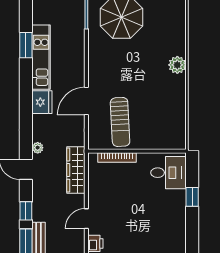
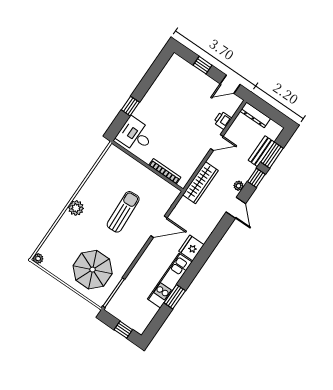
sun lounger: (120, 122) -> (123, 212), moved
plant: (38, 148) -> (239, 186), moved

